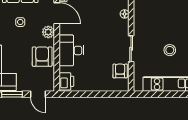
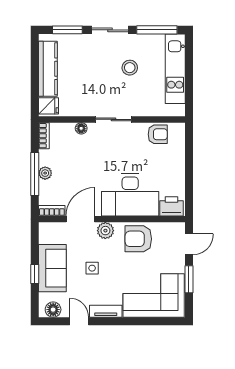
sliding door: (131, 49) -> (113, 119), moved
desk: (71, 50) -> (130, 195), width x1.36, depth x1.30
armchair: (120, 71) -> (158, 134), turned 180

